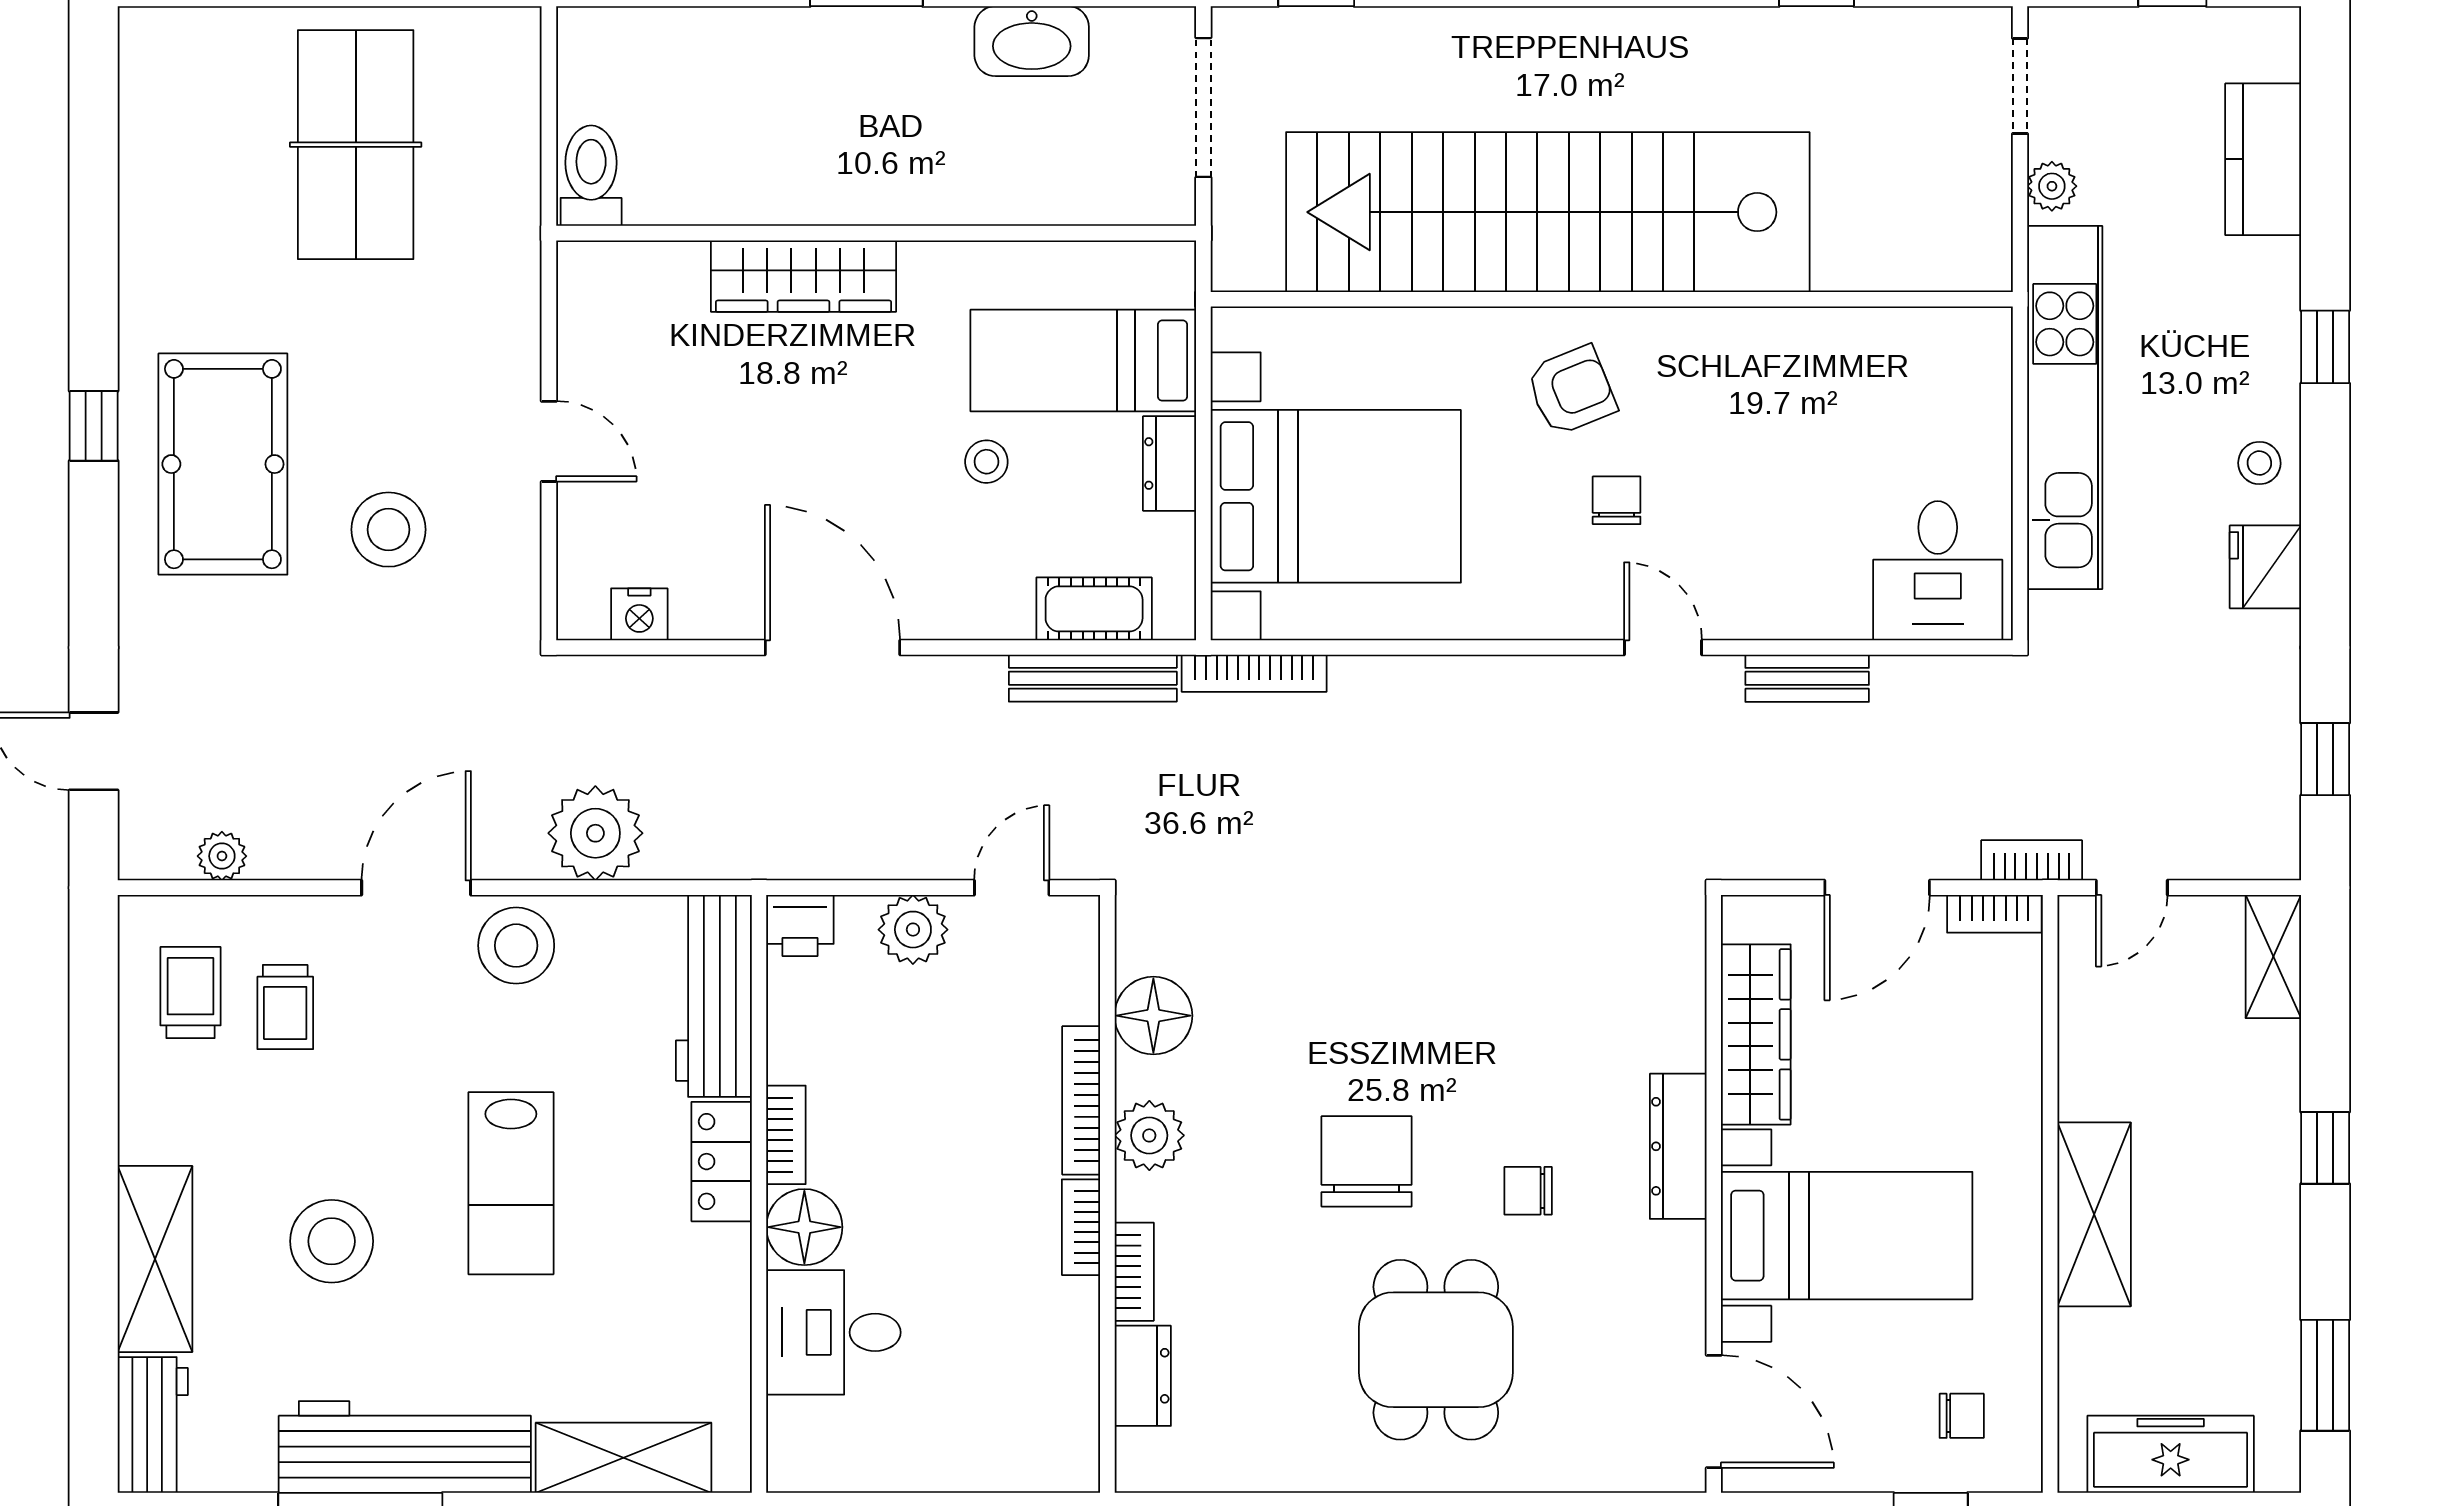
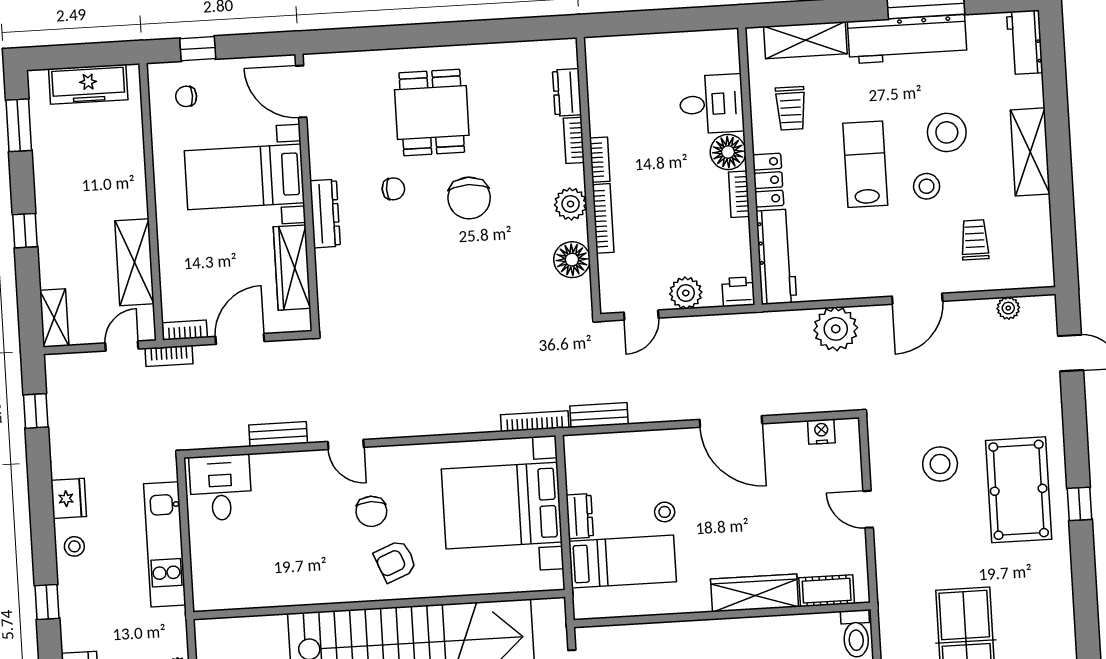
kitchen unit: (2065, 407) -> (165, 544), width x0.73
chair: (1617, 500) -> (371, 511), width x1.37, depth x1.37
cot: (1094, 609) -> (827, 591), moved
bench: (1093, 678) -> (599, 415), width x0.73
stool: (516, 946) -> (927, 186), moved, width x0.73, depth x0.73
trolley: (190, 993) -> (791, 108), moved
shelving: (2094, 1214) -> (134, 262), moved
shelving: (155, 1259) -> (1030, 152), moved

